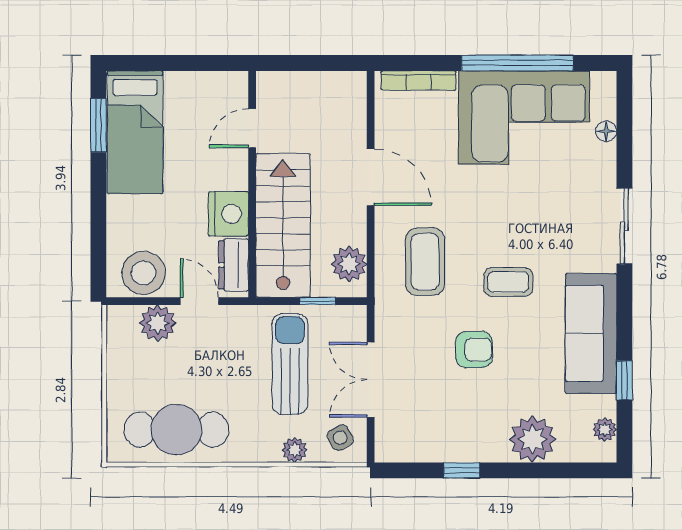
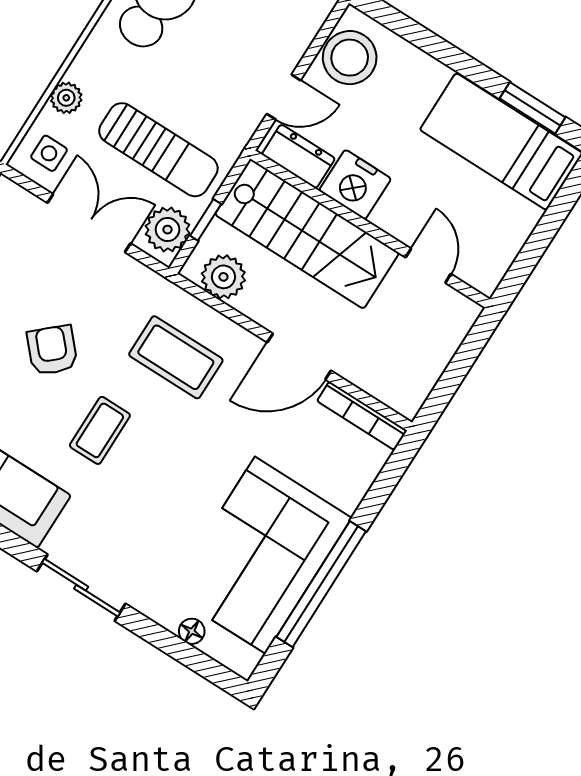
bookcase: (419, 80) -> (362, 416), moved, turned -90
plant: (158, 323) -> (167, 230), moved
armchair: (474, 350) -> (52, 350), turned 138
side table: (340, 438) -> (49, 153), turned 30

